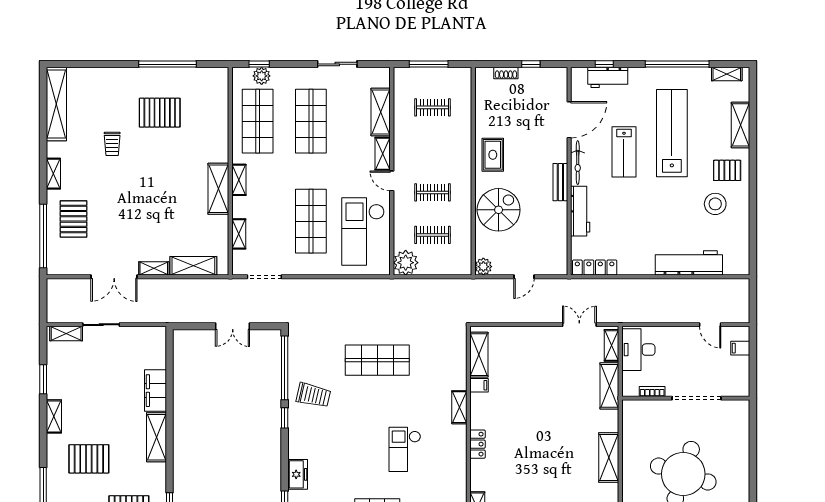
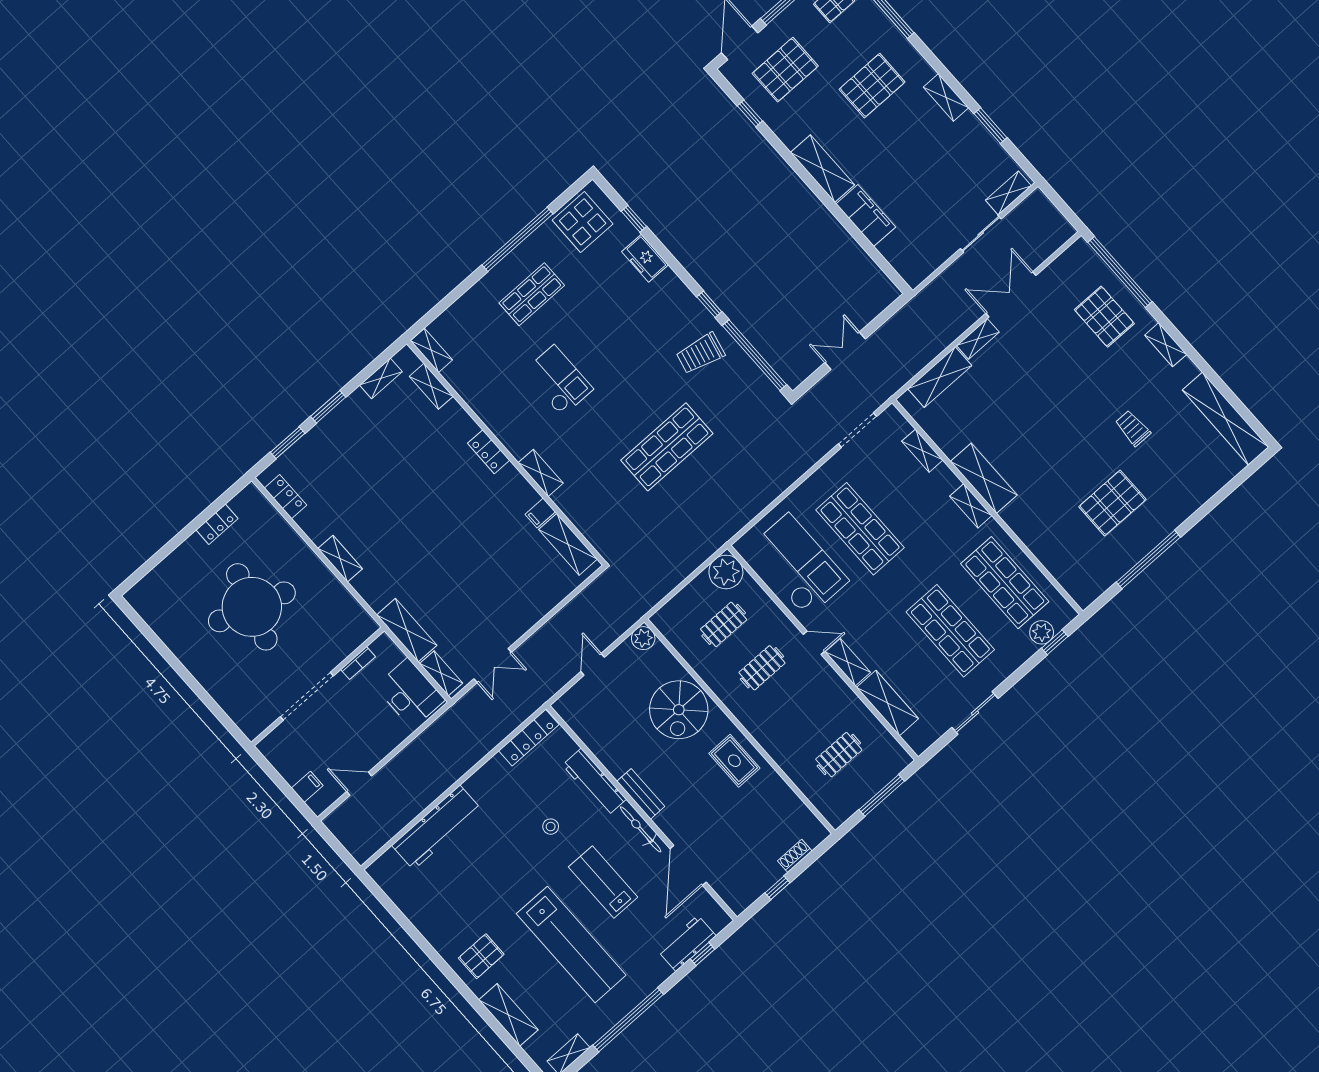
stool: (715, 204) -> (551, 827), moved, width x0.53, depth x0.53
shelving: (609, 458) -> (340, 559), width x0.67, depth x0.75

